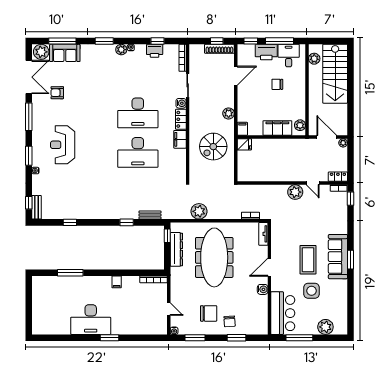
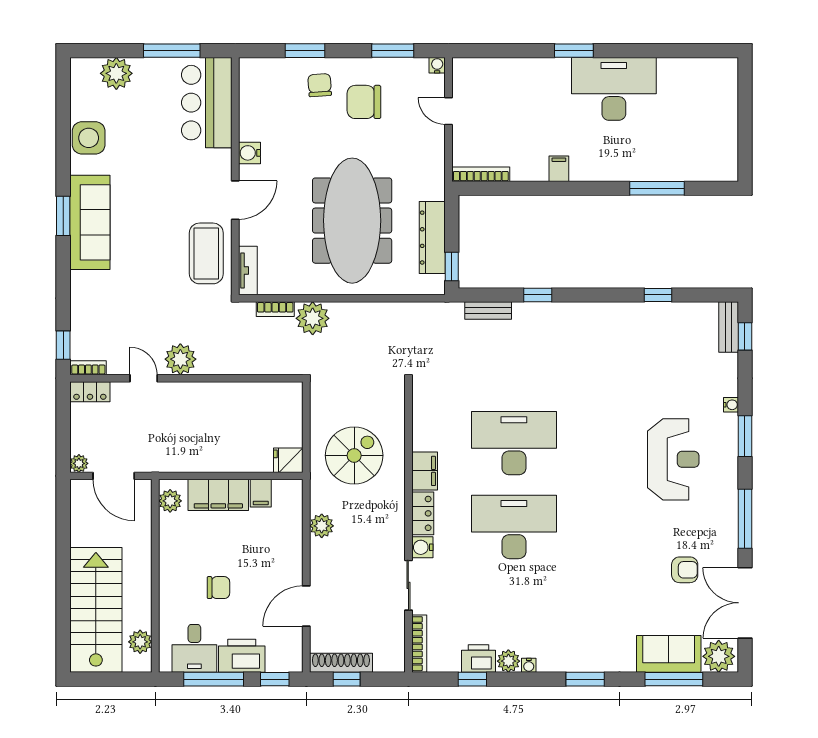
plant: (121, 50) -> (508, 661), moved
filing cabinet: (242, 129) -> (261, 493), moved
plant: (199, 211) -> (313, 318), moved
coffee table: (308, 260) -> (206, 253), moved
side table: (311, 291) -> (89, 138), moved

